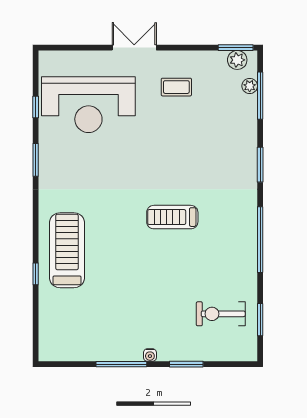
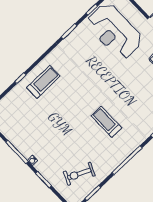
treadmill: (172, 217) -> (106, 122), moved
treadmill: (67, 250) -> (43, 82), width x0.73, depth x0.73
exercise bike: (221, 314) -> (79, 174), turned -66

